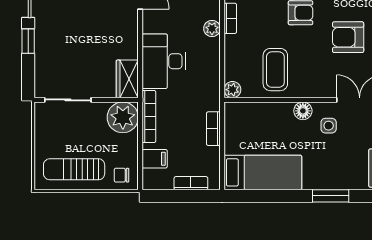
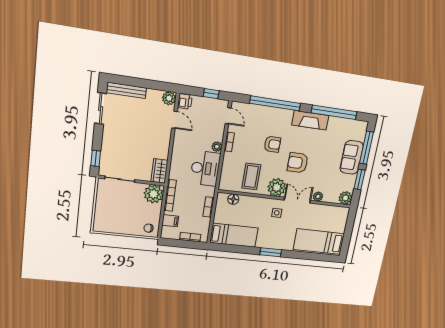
window: (28, 41) -> (96, 158), moved
desk: (164, 61) -> (205, 168), moved, turned 180
plant: (232, 90) -> (277, 187), moved, width x1.87, depth x1.87
floor lamp: (303, 111) -> (233, 199), moved
sun lounger: (74, 169) -> (119, 222), removed

